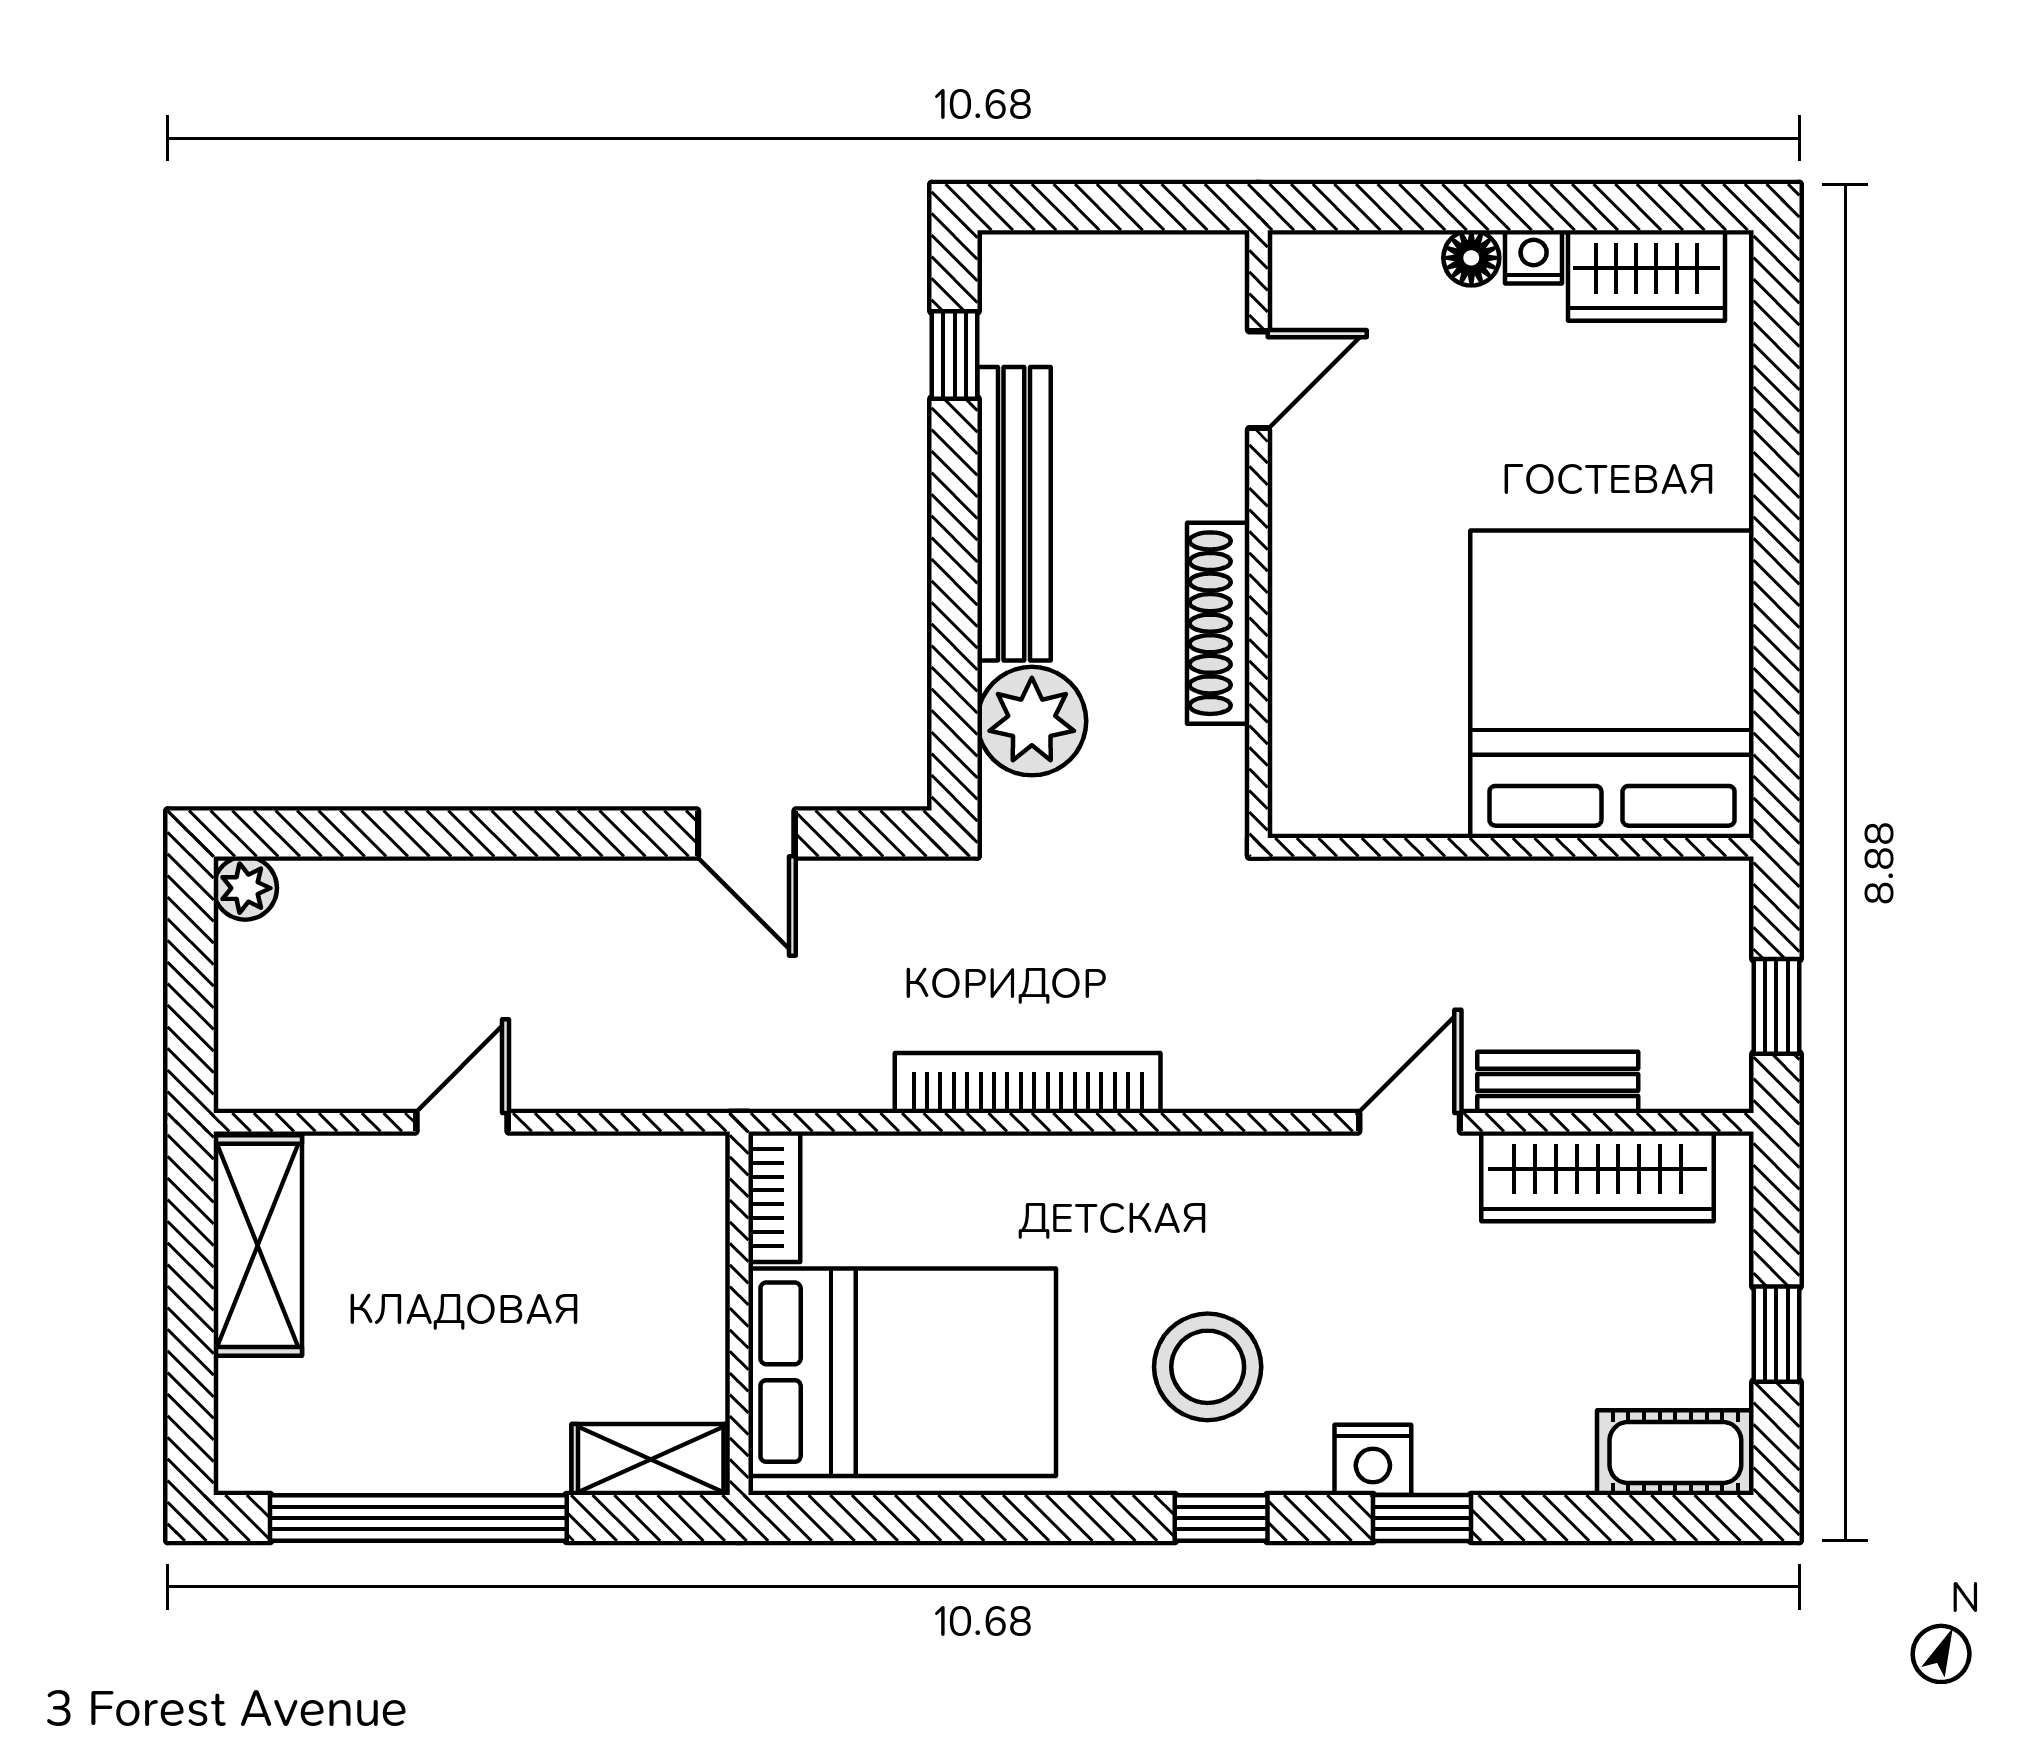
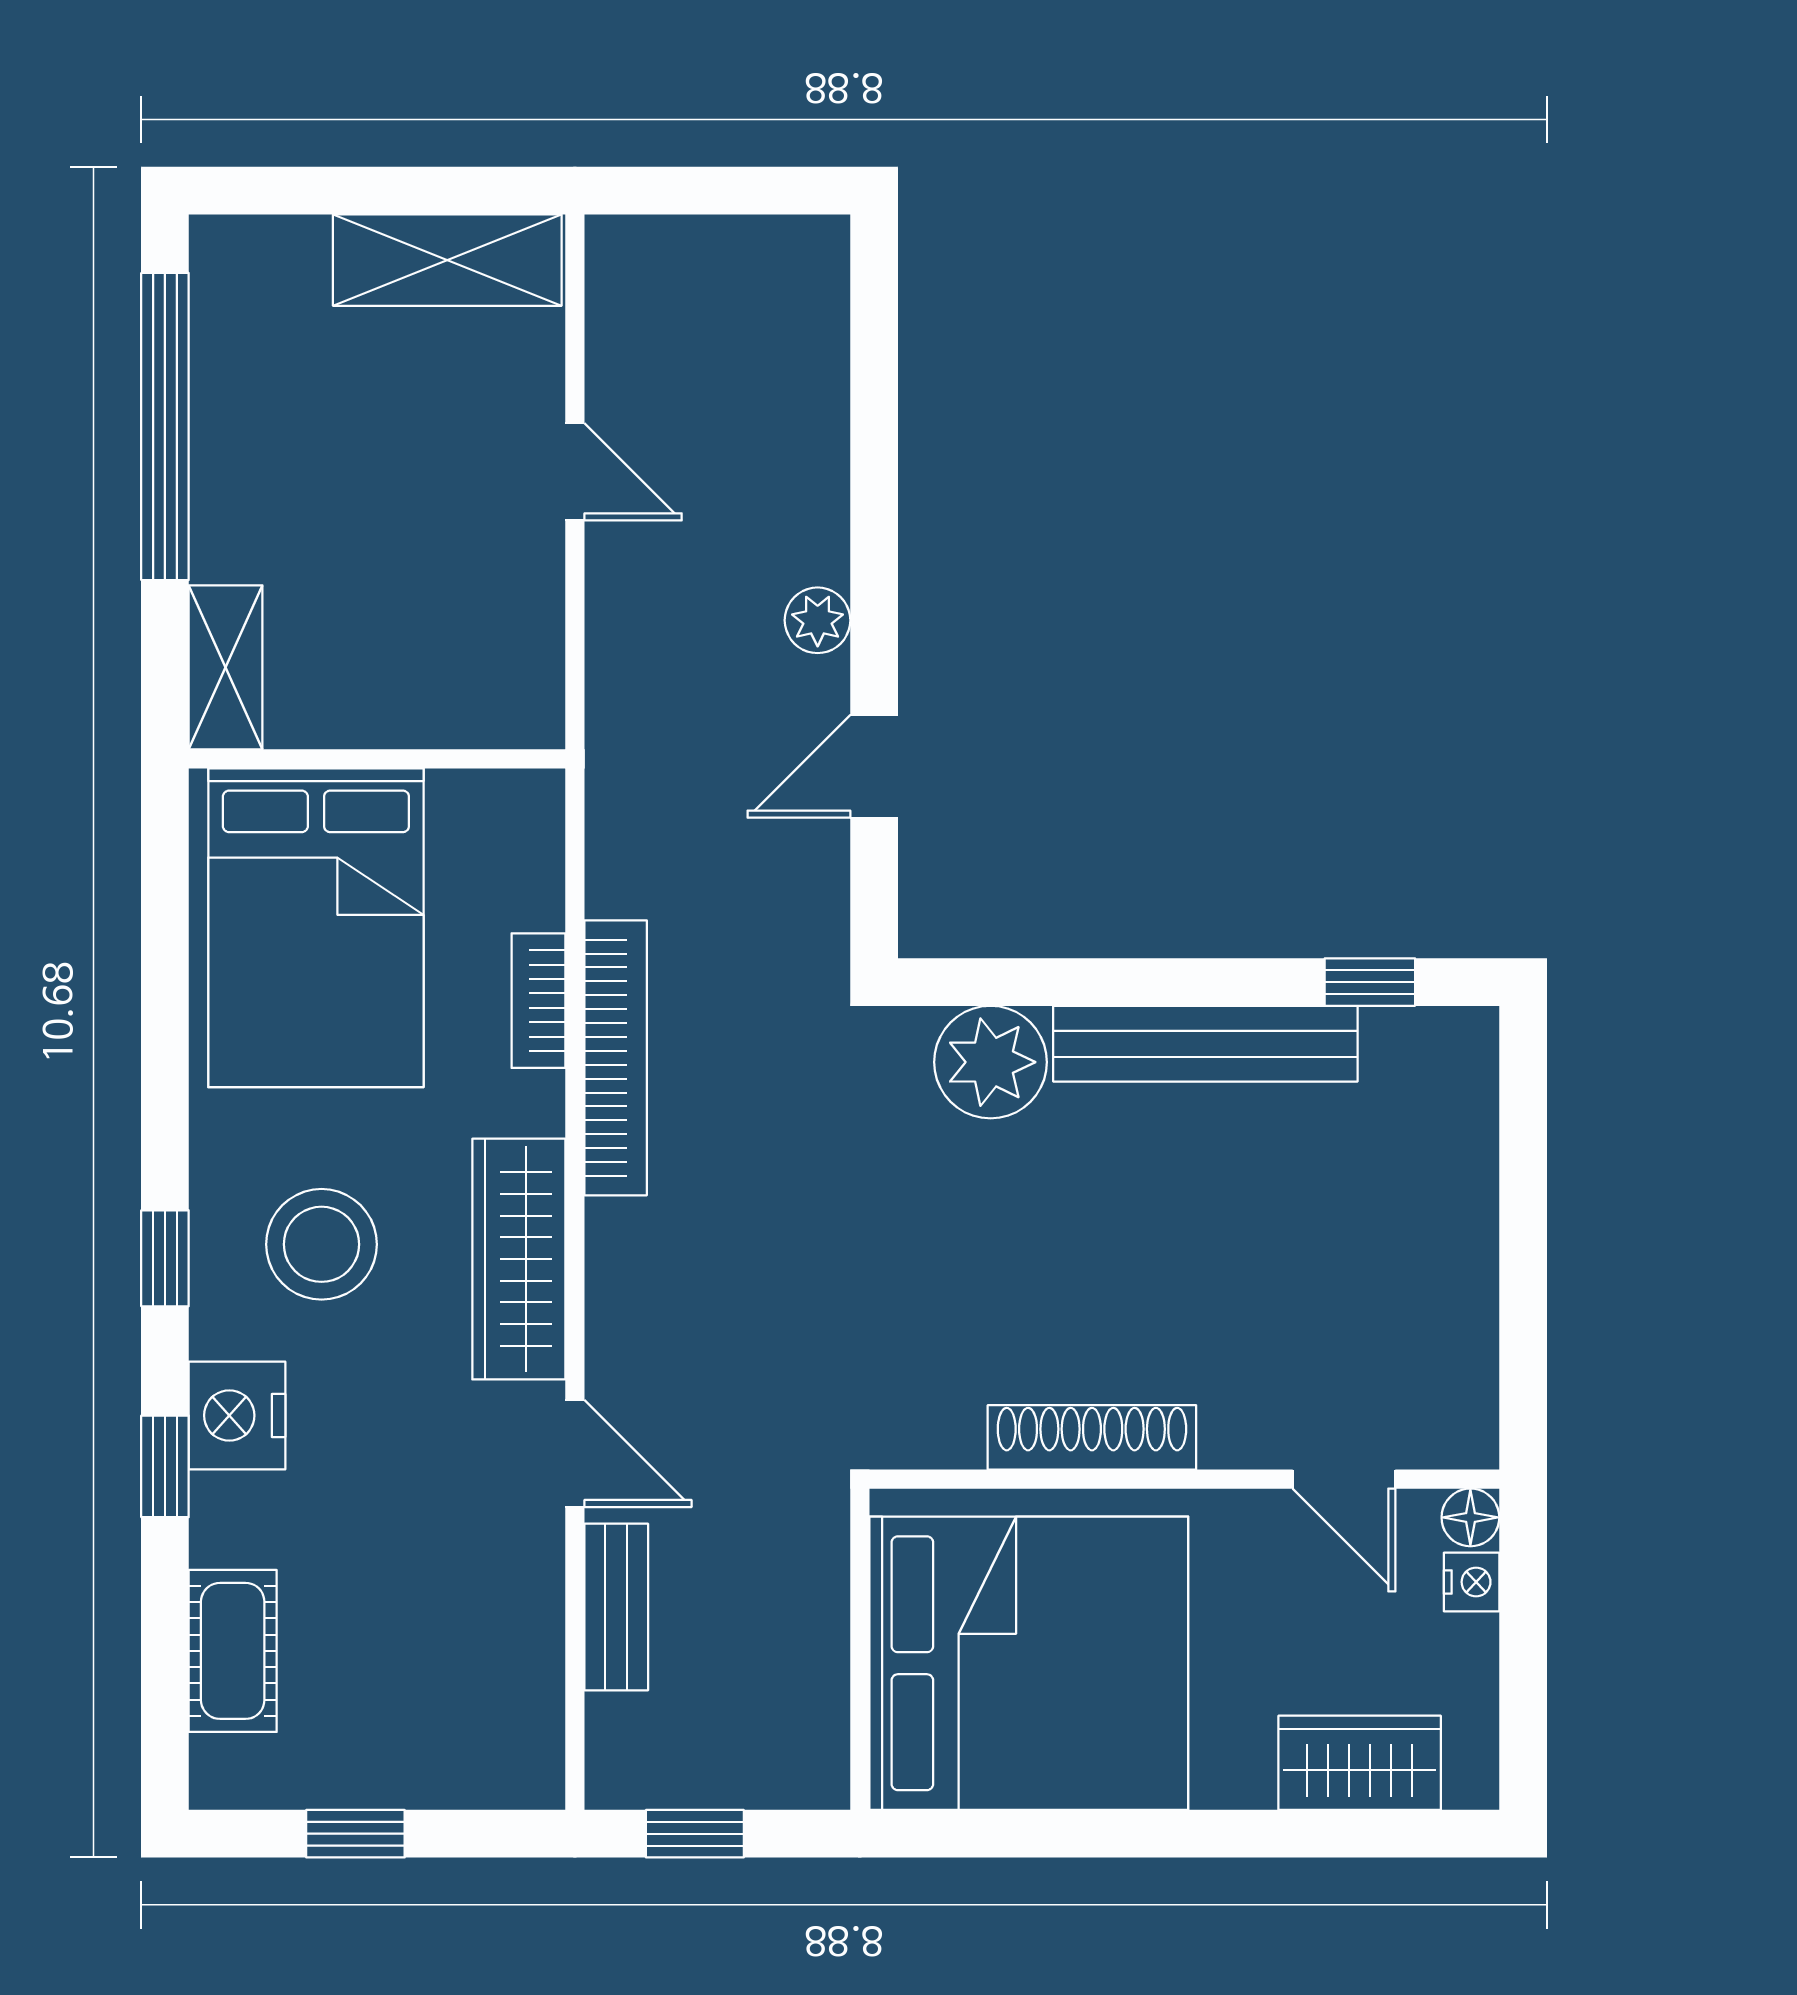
wardrobe: (1646, 275) -> (1360, 1763), moved, turned 90
door: (1259, 380) -> (1344, 1479), moved
wall: (1259, 534) -> (1184, 1479), moved
shoe rack: (1218, 623) -> (1092, 1437), moved
plant: (245, 888) -> (818, 620), moved
wardrobe: (1598, 1176) -> (519, 1259), moved
bookcase: (774, 1197) -> (538, 1001), moved, turned 90
cot: (1675, 1453) -> (233, 1651), moved
nightstand: (1373, 1460) -> (237, 1415), width x1.36, depth x1.33

